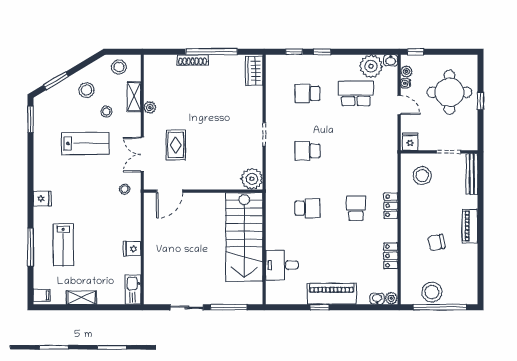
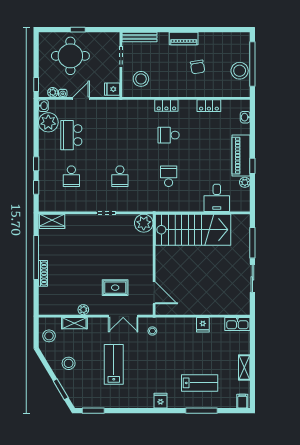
stool: (106, 112) -> (87, 346), removed
plant: (391, 298) -> (245, 182), moved

